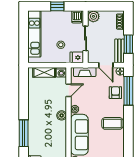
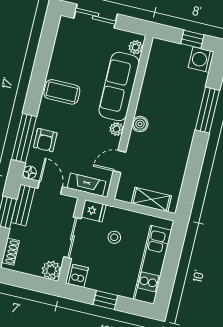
washing machine: (61, 72) -> (124, 193), removed

